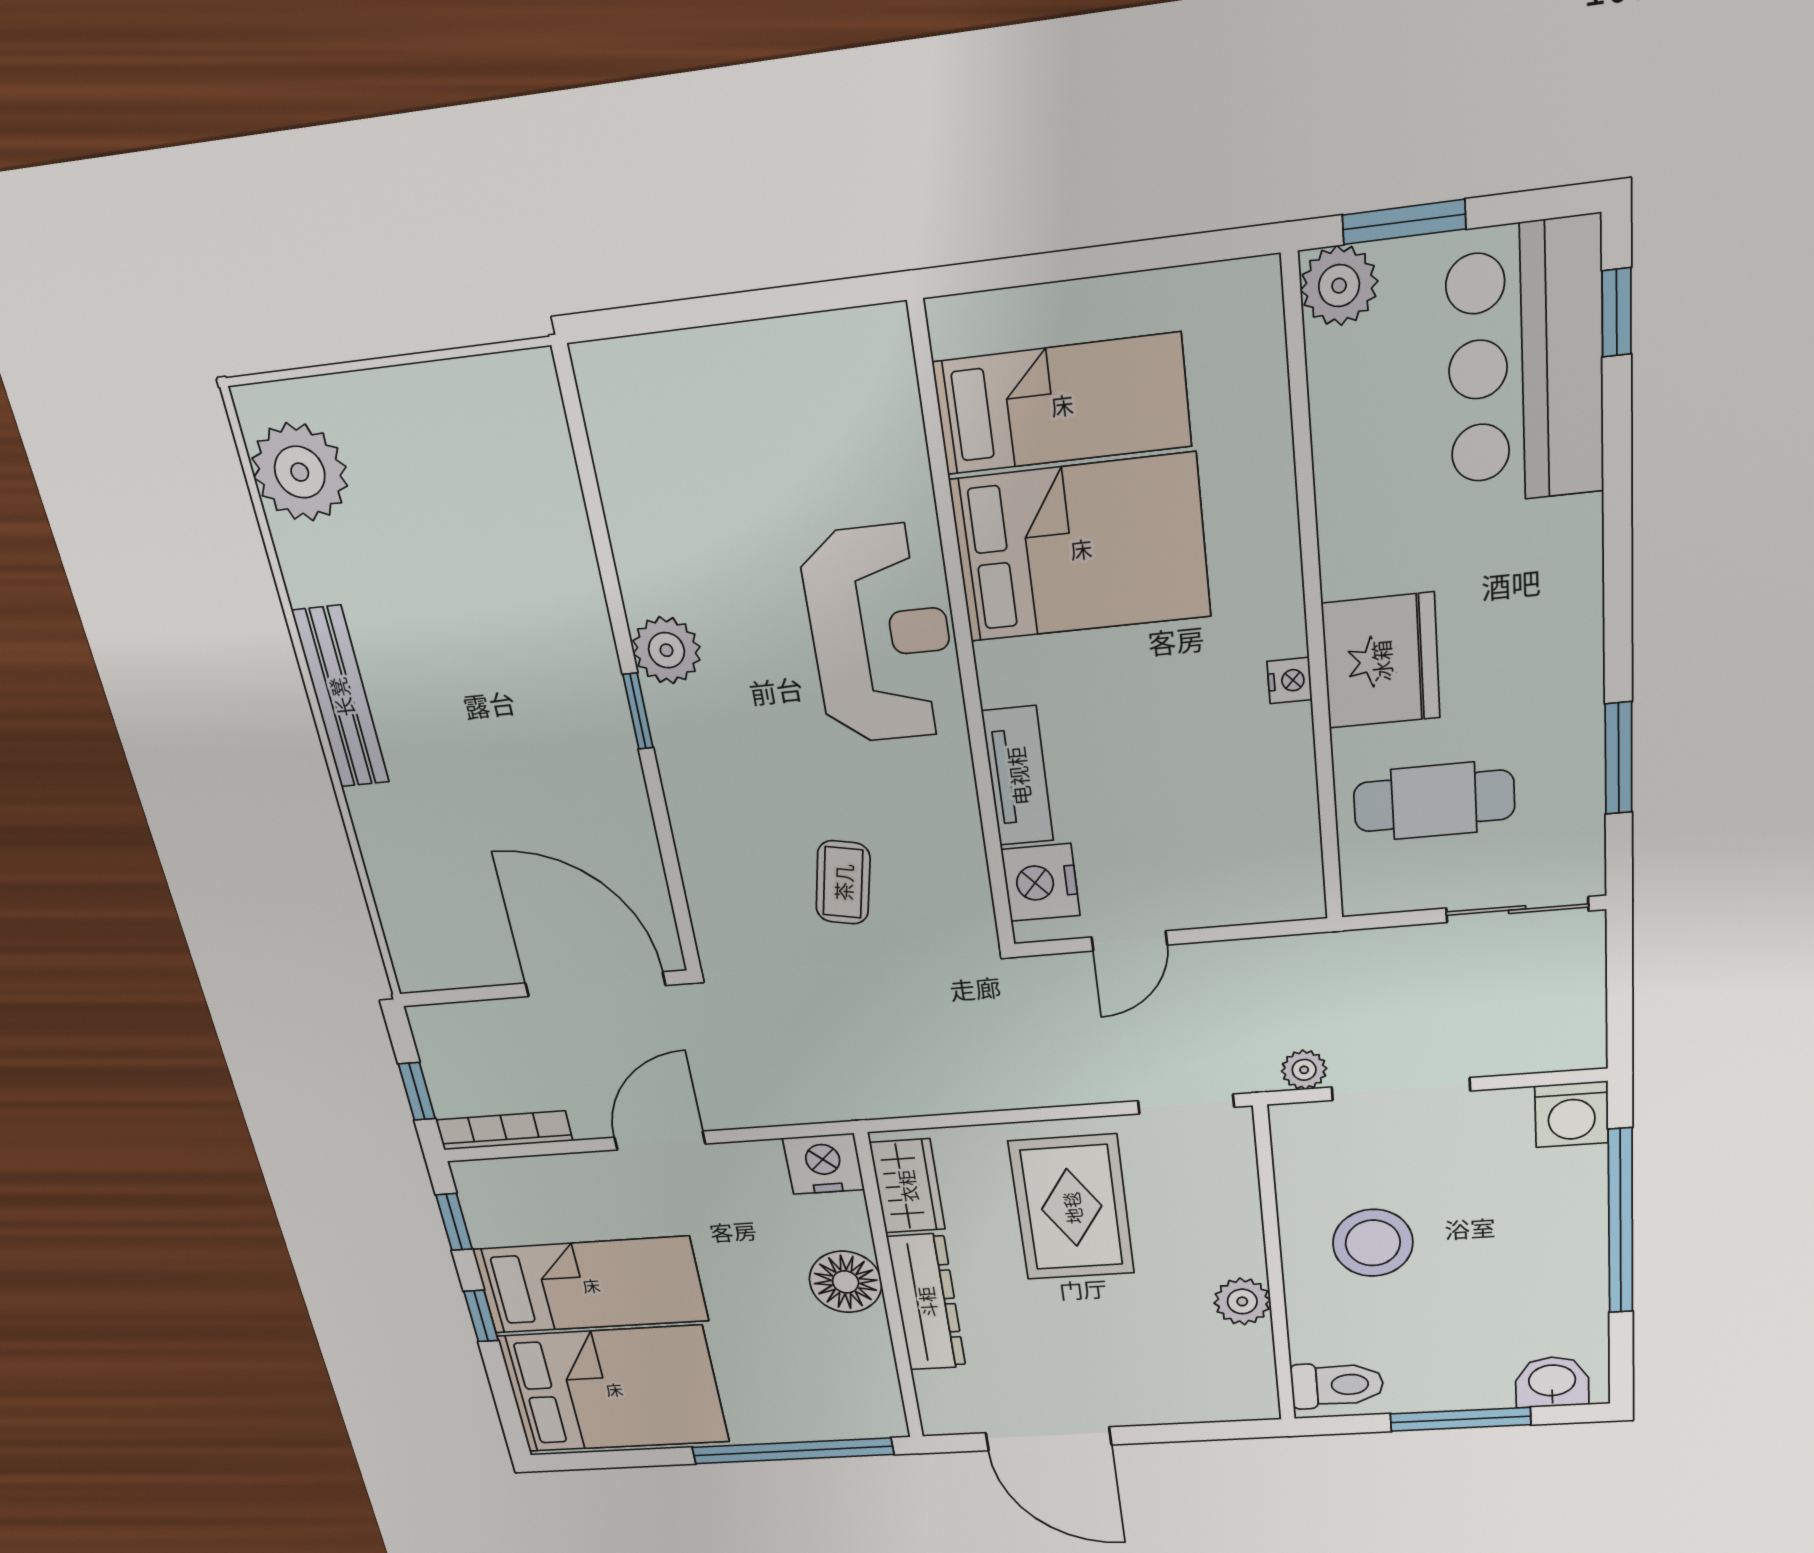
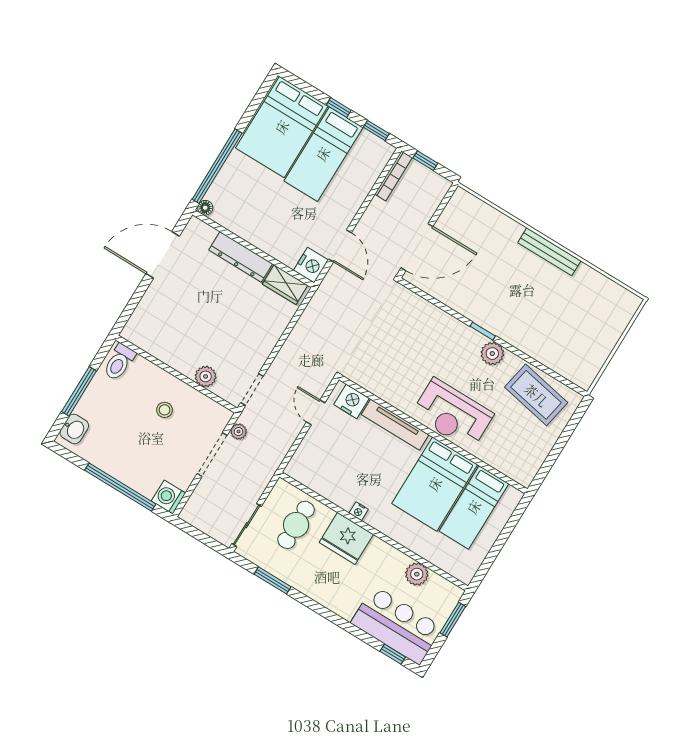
plant: (1339, 286) -> (417, 574), moved
plant: (300, 472) -> (611, 298), removed
tv unit: (1018, 776) -> (395, 425), width x1.41
coffee table: (843, 882) -> (536, 395), moved, width x1.86, depth x1.72
door: (660, 1141) -> (340, 246), moved
rug: (1072, 1208) -> (242, 329), removed
stool: (1373, 1243) -> (165, 410), width x0.53, depth x0.53
floor lamp: (846, 1282) -> (205, 208), moved, width x0.53, depth x0.53
plant: (1242, 1301) -> (206, 376), moved

